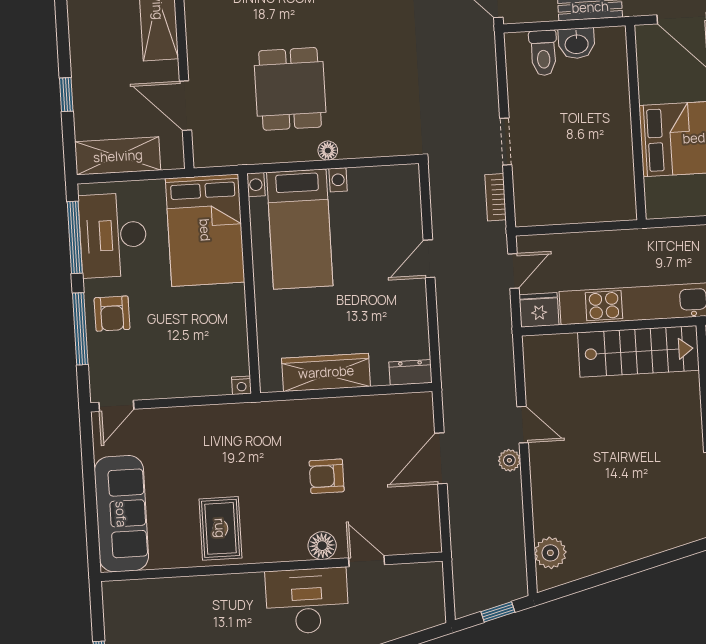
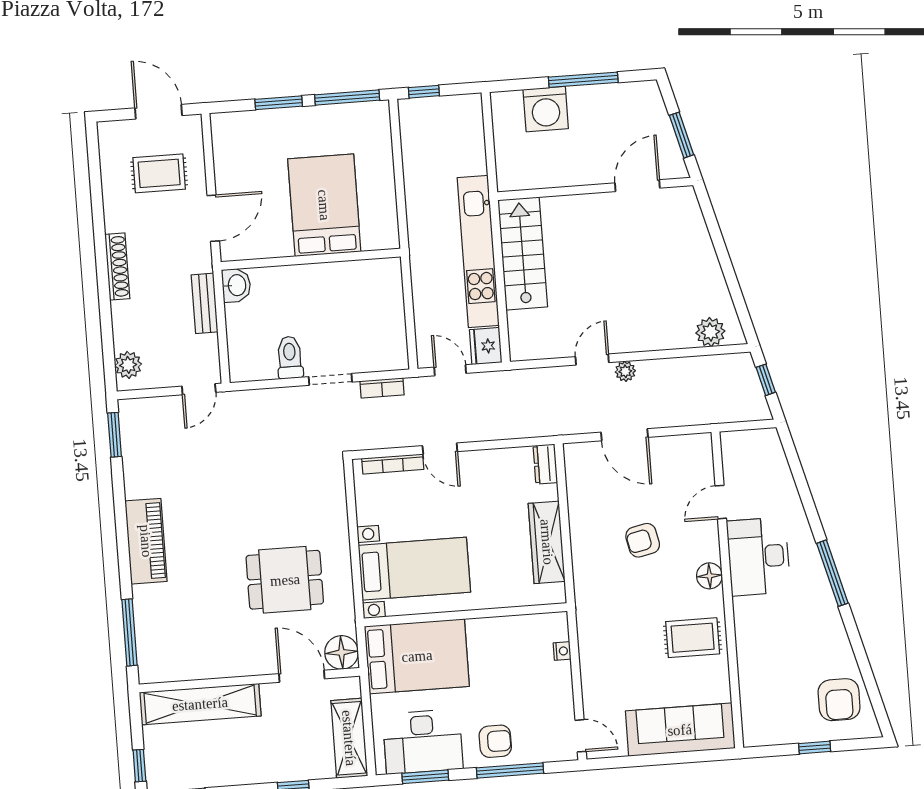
washbasin: (577, 43) -> (236, 285), moved
toilet: (543, 53) -> (290, 357), moved, turned -90
door: (186, 106) -> (302, 676), swing flipped
floor lamp: (328, 151) -> (342, 652), moved, width x1.89, depth x1.89
bookcase: (413, 207) -> (393, 464), added
window: (75, 237) -> (425, 777), width x0.69
nightstand: (242, 385) -> (562, 651), moved
armchair: (327, 476) -> (643, 540), turned 78
floor lamp: (322, 546) -> (709, 576), moved

